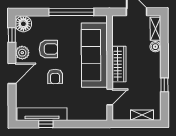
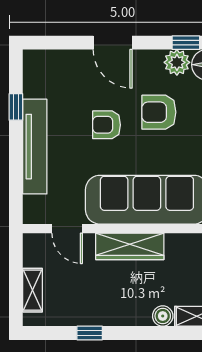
armchair: (48, 49) -> (159, 112), turned 90
plant: (22, 53) -> (177, 62), moved
tv unit: (42, 114) -> (35, 147), moved

